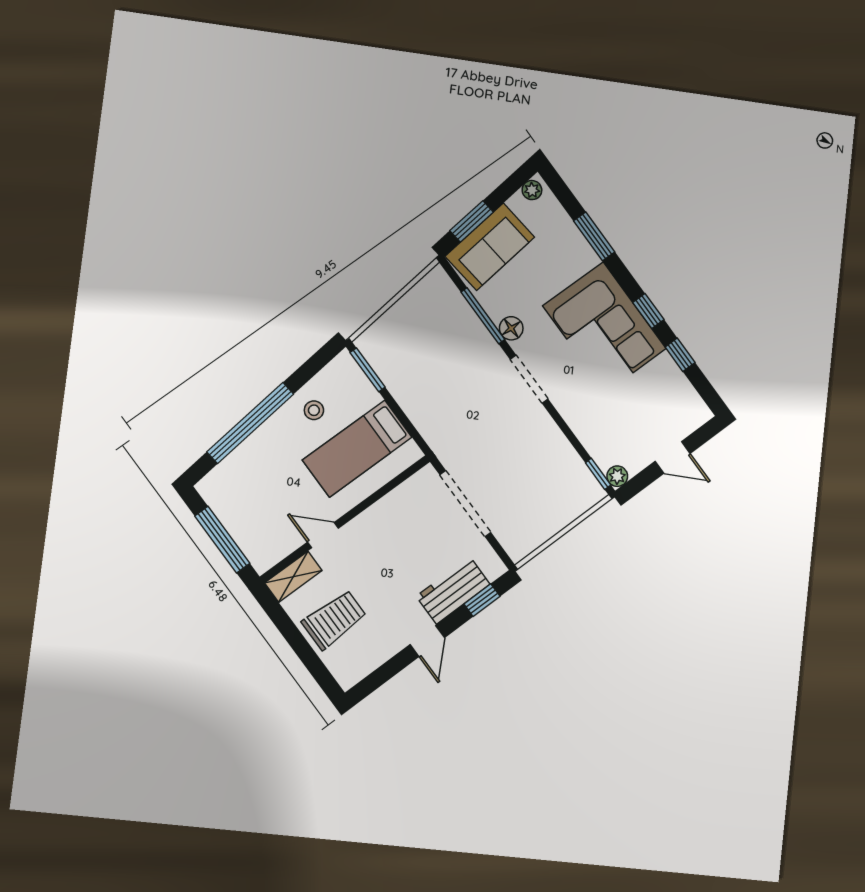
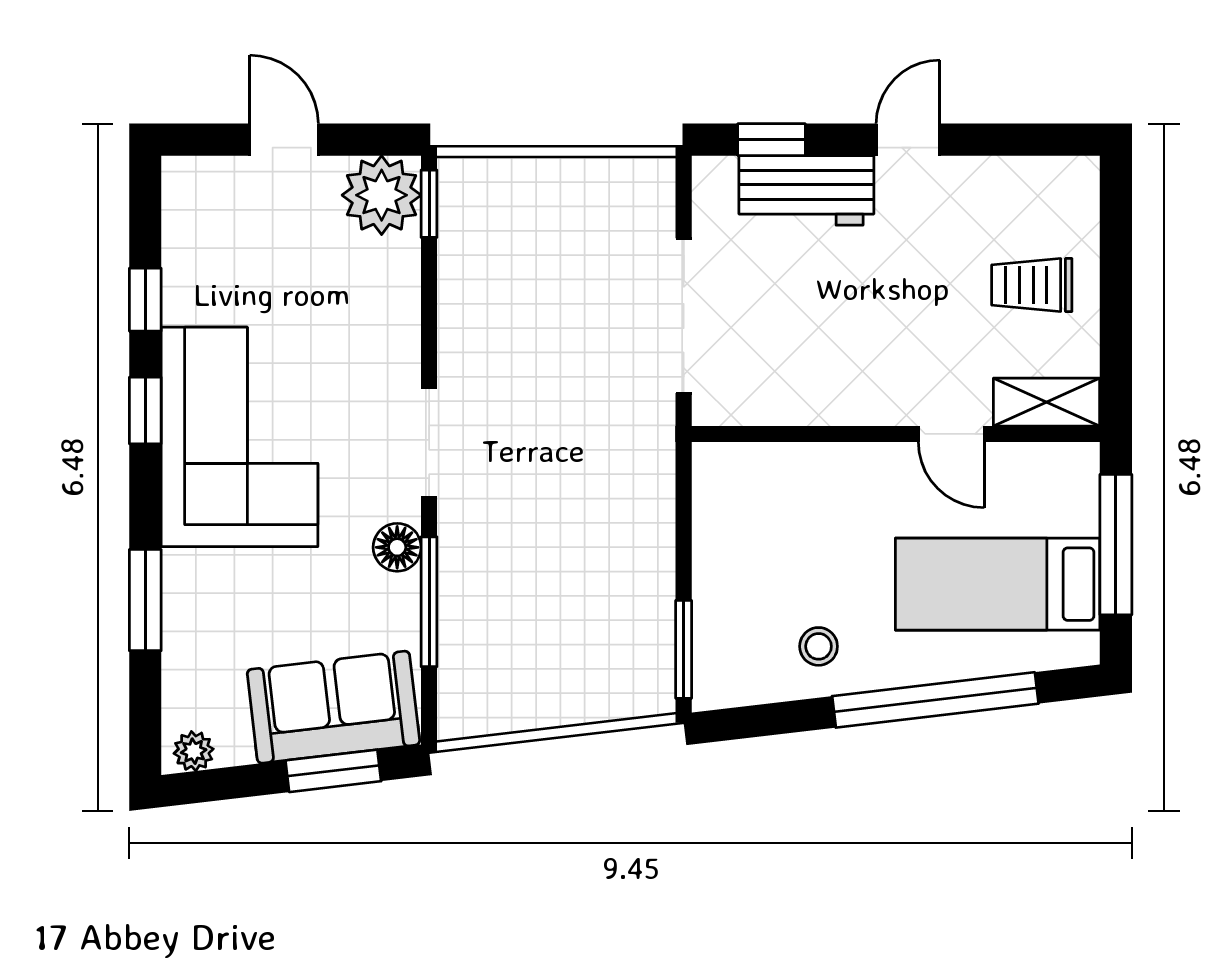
bed: (357, 449) -> (998, 584), moved, turned 180
plant: (617, 476) -> (382, 195), width x1.87, depth x1.87
trolley: (334, 620) -> (1032, 285), width x0.73, depth x0.72

